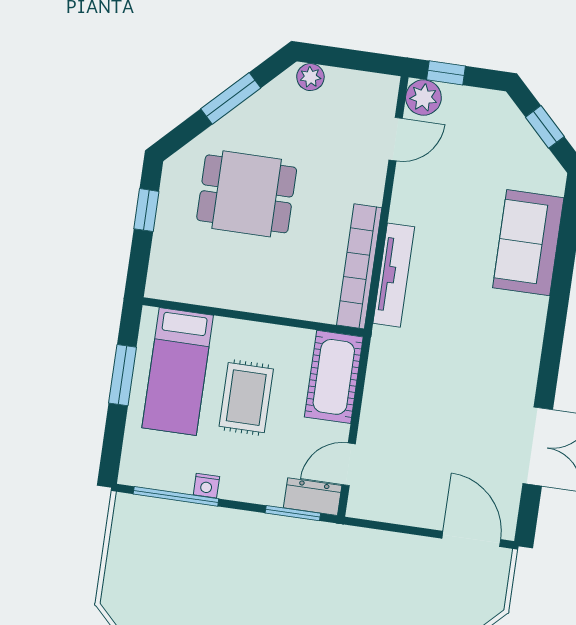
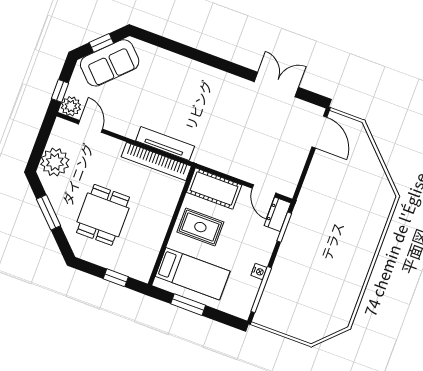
plant: (310, 77) -> (55, 162), width x1.88, depth x1.88
window: (146, 210) -> (116, 278), moved
sofa: (528, 243) -> (110, 63), moved, turned -45
rug: (246, 398) -> (200, 227), moved
door: (471, 539) -> (319, 132), swing flipped

